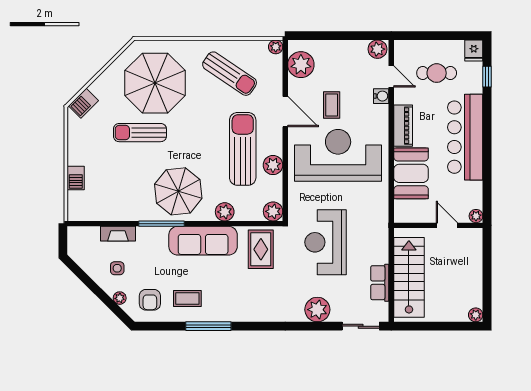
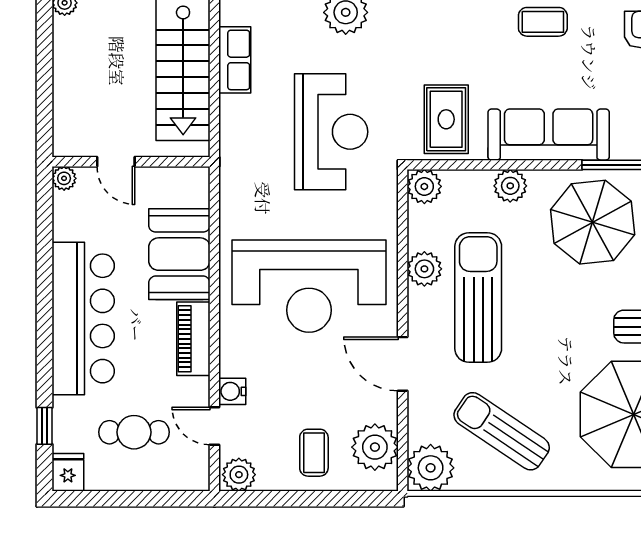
plant: (276, 47) -> (431, 468), width x1.88, depth x1.88
coffee table: (332, 105) -> (314, 453), moved
sun lounger: (243, 149) -> (478, 298), turned 180
coffee table: (187, 299) -> (543, 22), moved

